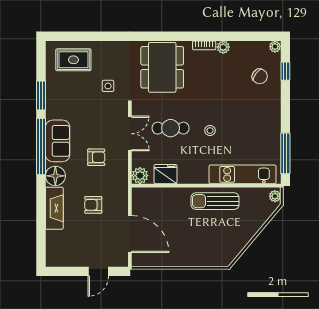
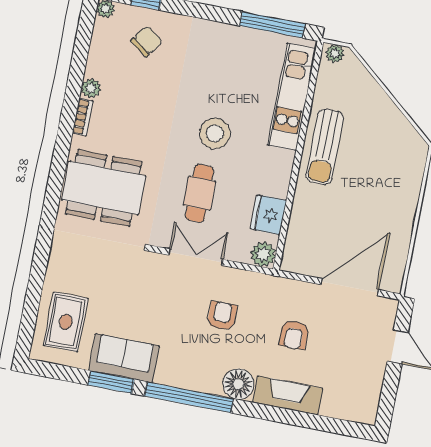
side table: (108, 86) -> (116, 277), removed
stool: (210, 131) -> (215, 133), width x1.89, depth x1.89
sofa: (58, 141) -> (124, 358), moved

